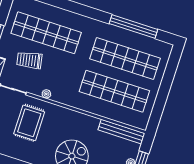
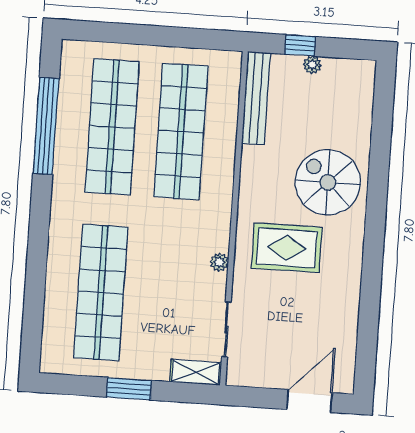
trolley: (29, 60) -> (162, 312), removed
rug: (29, 123) -> (287, 248), moved

